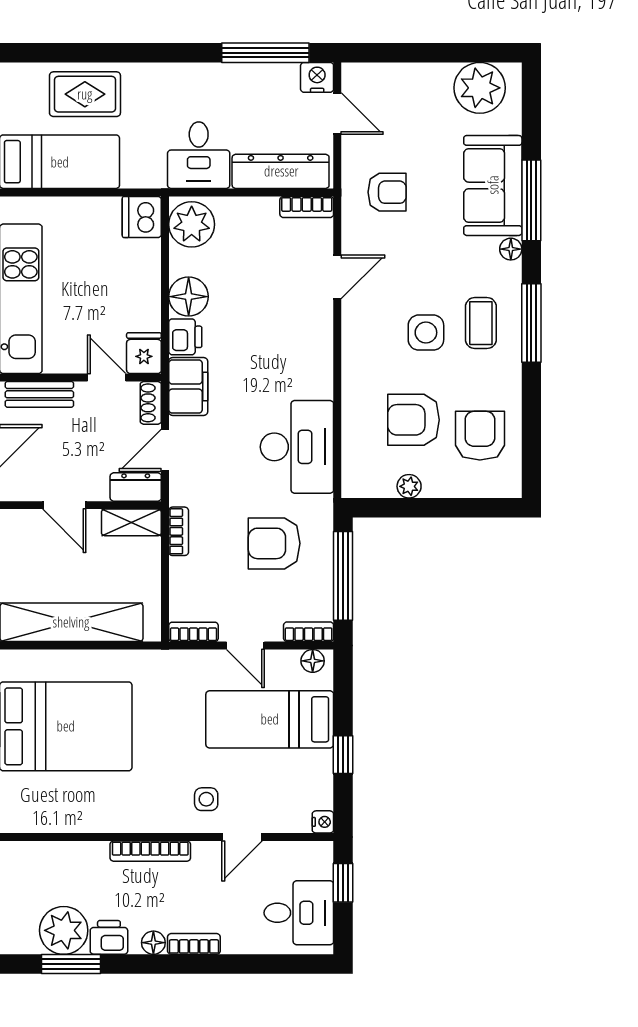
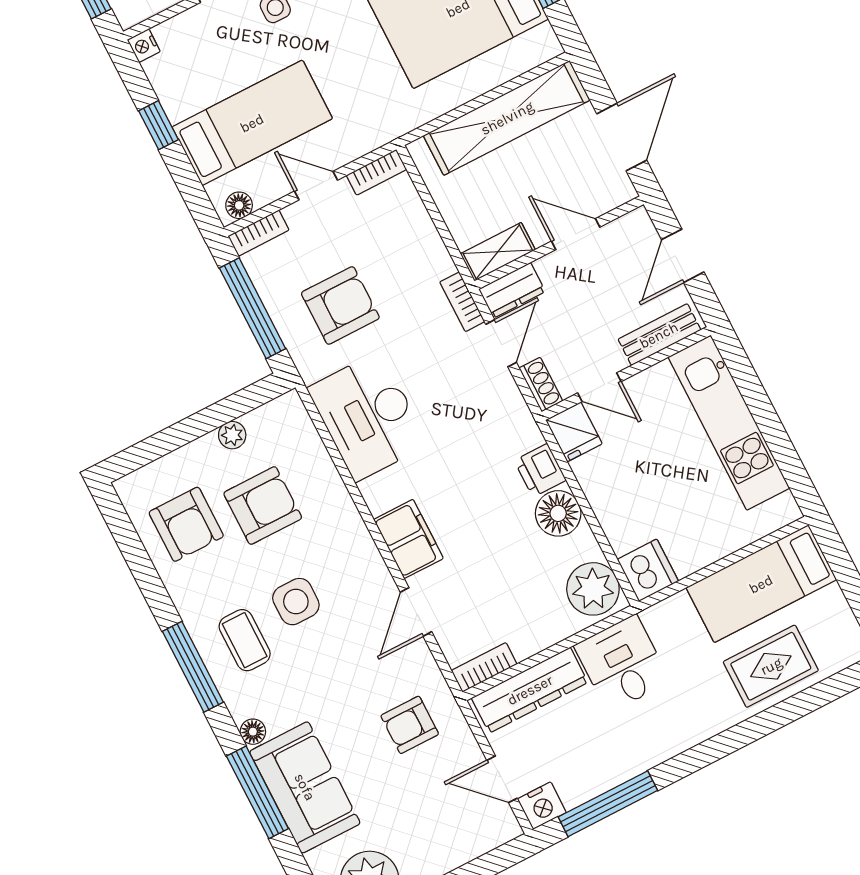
filing cabinet: (188, 387) -> (409, 539), moved, turned 180
bookcase: (179, 531) -> (462, 302), moved

